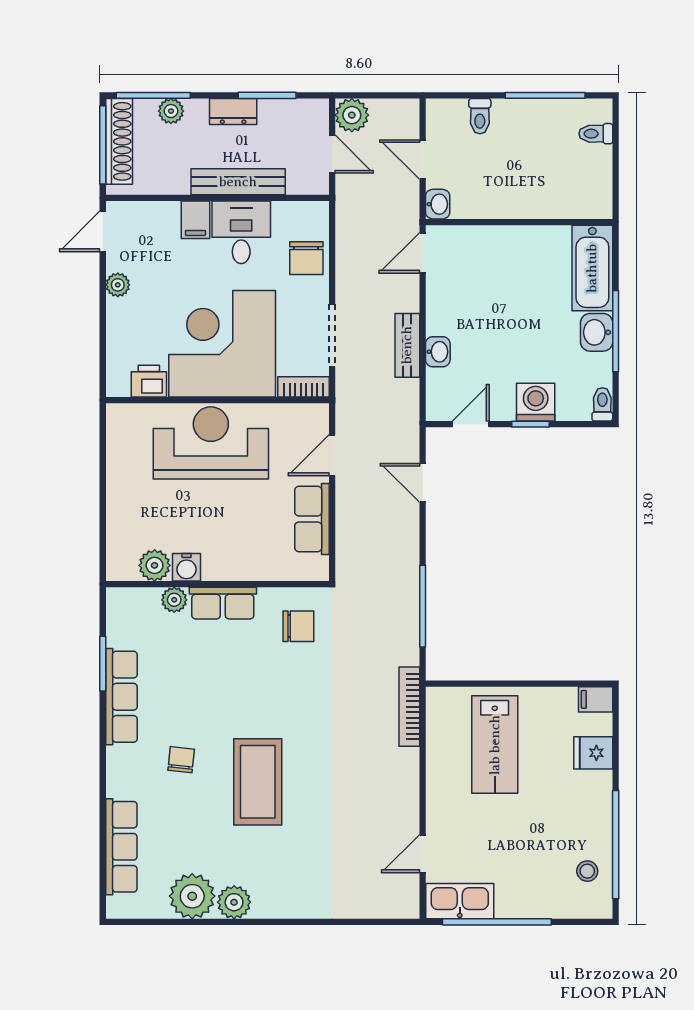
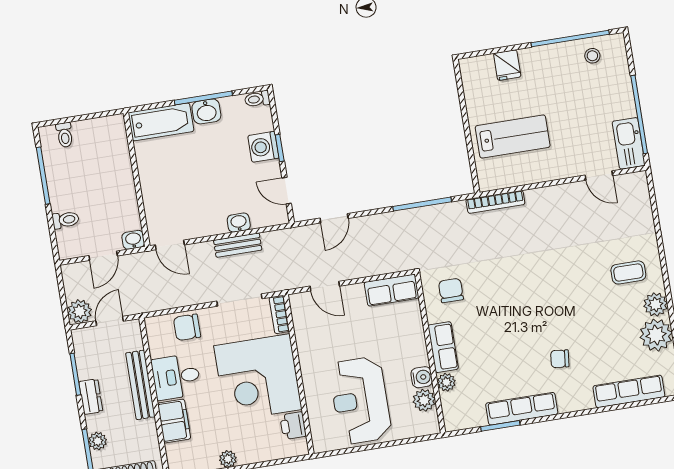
filing cabinet: (196, 220) -> (174, 421), width x2.00
chair: (306, 258) -> (187, 327), turned 180
reception desk: (211, 443) -> (360, 400), moved
row of seats: (312, 519) -> (392, 290), moved
filing cabinet: (596, 699) -> (469, 70), removed
coffee table: (258, 782) -> (628, 272), moved, width x0.54, depth x0.58

